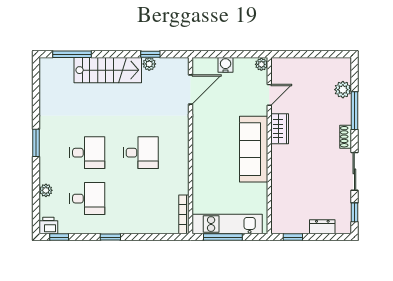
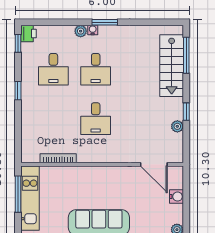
window: (150, 54) -> (186, 112), moved
stairs: (108, 70) -> (172, 66), moved
water cooler: (45, 156) -> (93, 30), added
plant: (46, 190) -> (81, 31), moved
bookcase: (184, 214) -> (58, 158), moved

